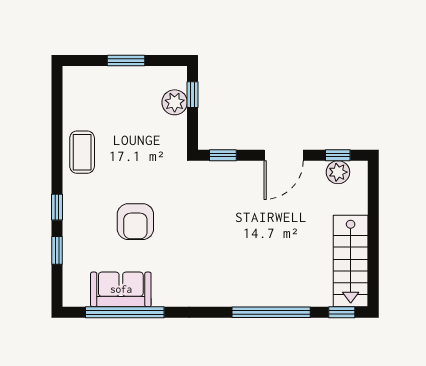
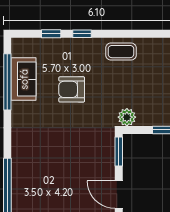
plant: (175, 102) -> (127, 117), moved
window: (223, 155) -> (119, 152), width x1.50

